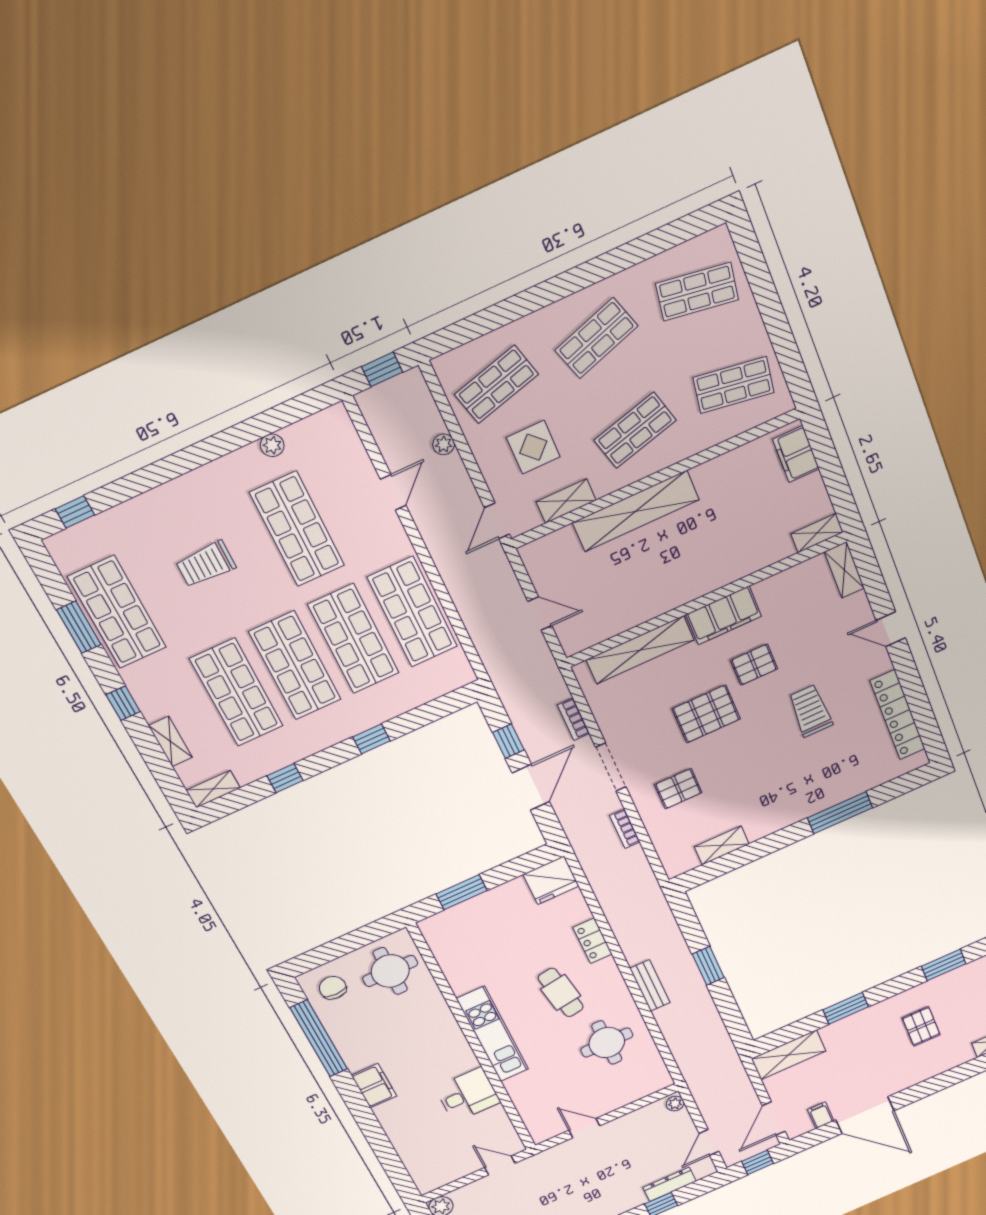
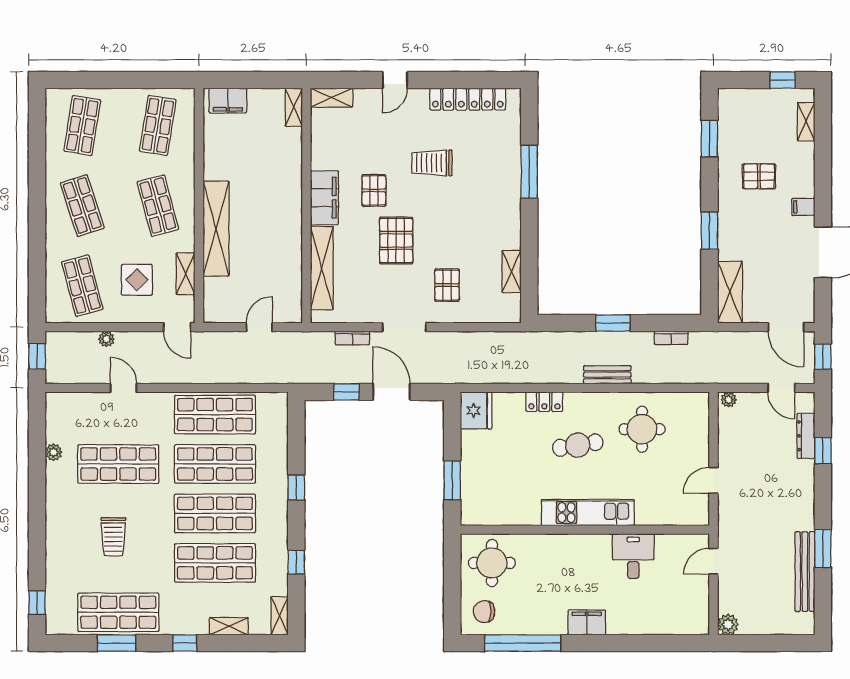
bookcase: (625, 829) -> (671, 338), moved
filing cabinet: (821, 1115) -> (803, 207), moved

